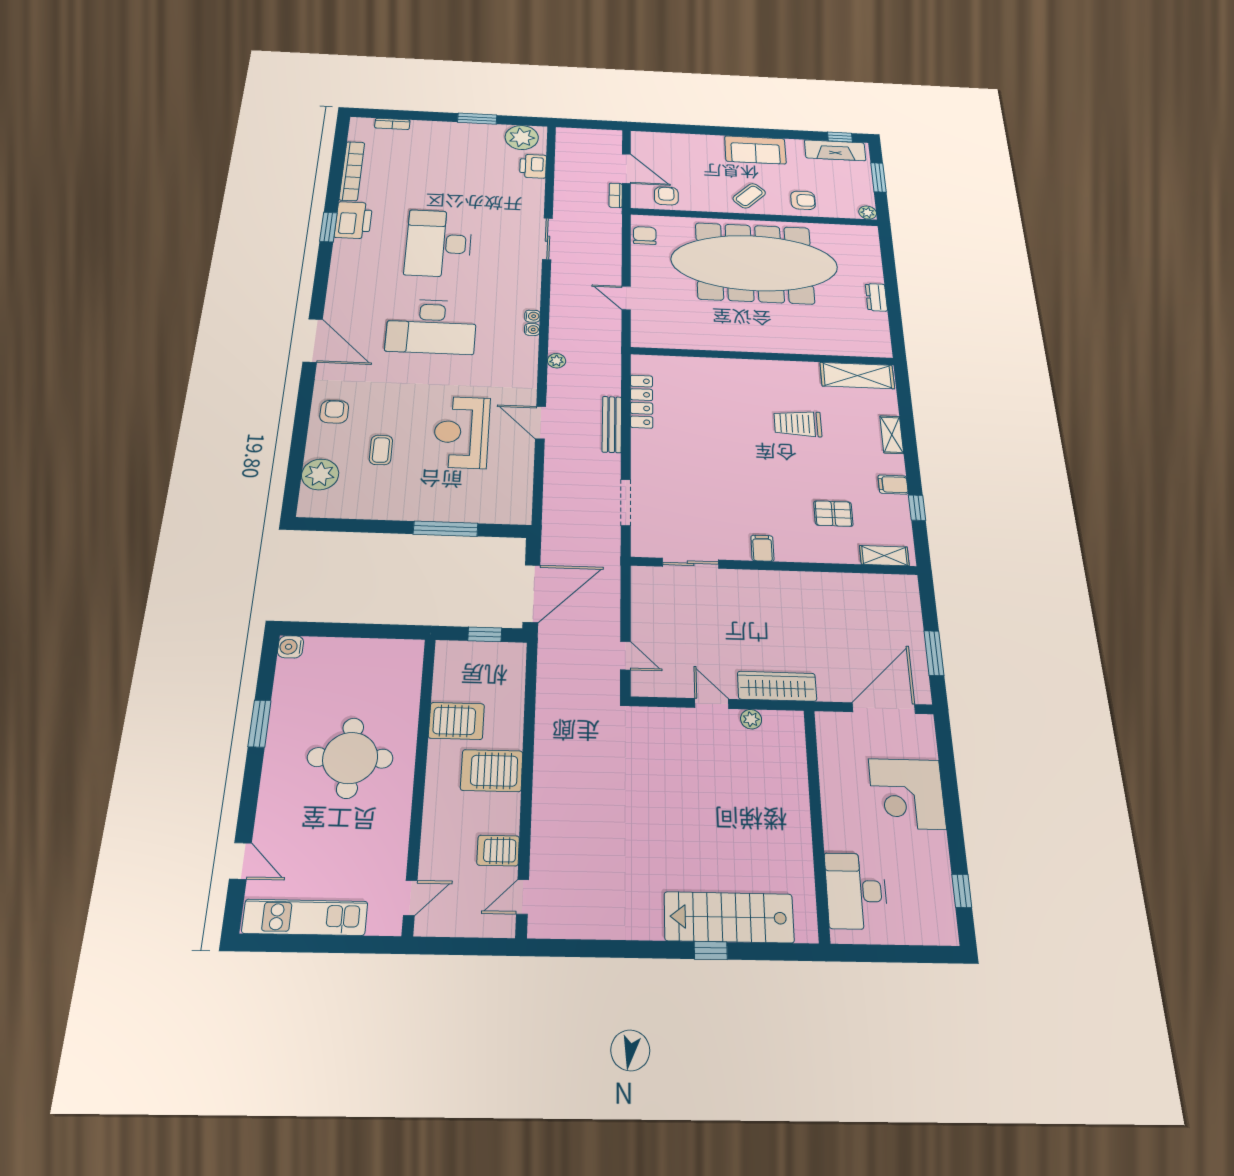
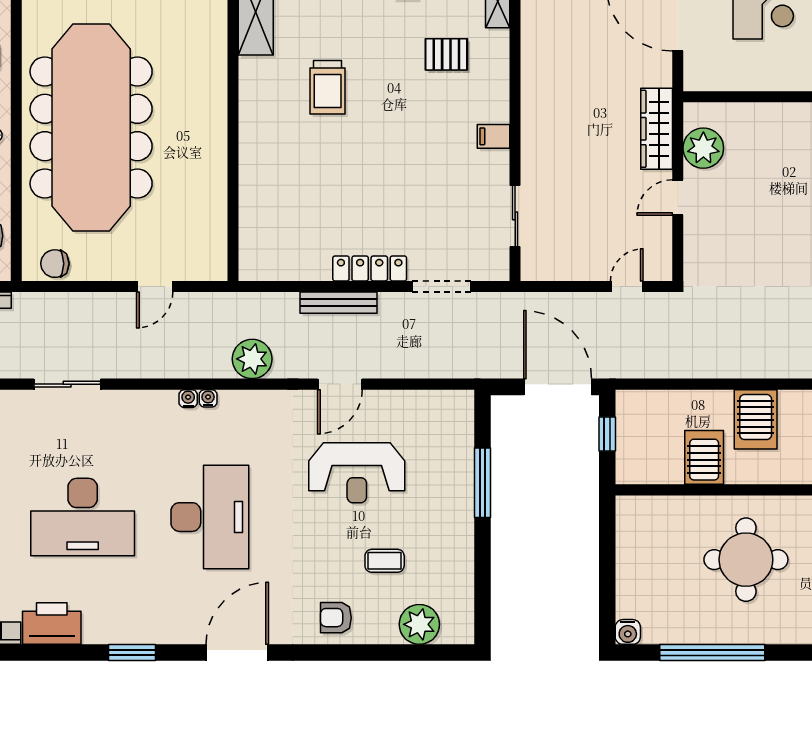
window: (328, 227) -> (132, 653), moved
plant: (557, 361) -> (252, 359), width x1.88, depth x1.88
locker: (642, 401) -> (370, 268), moved
pallet: (833, 514) -> (446, 54), turned 90
plant: (751, 719) -> (703, 148), width x1.87, depth x1.87
window: (260, 723) -> (712, 653), width x2.11

